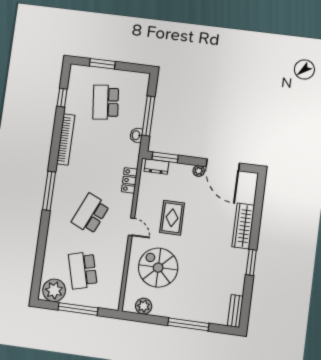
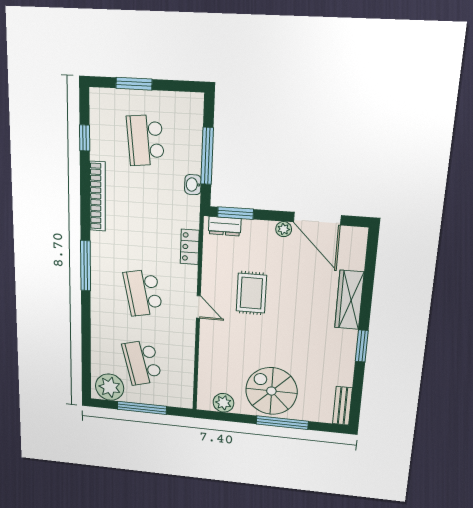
school desk: (90, 214) -> (143, 293), turned -36
spiral stairs: (158, 268) -> (271, 391), moved

